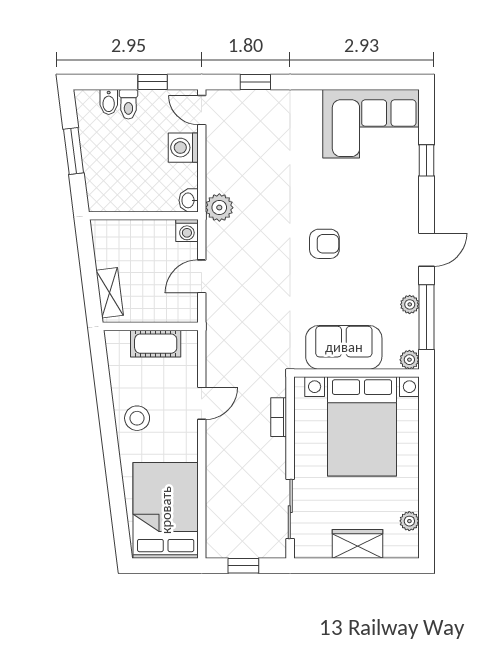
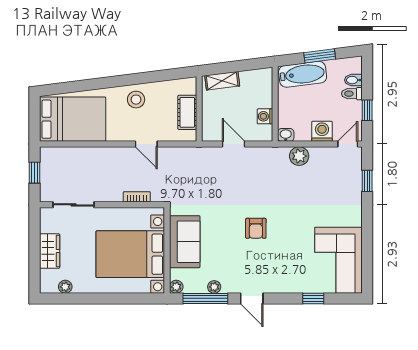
bathtub: (100, 176) -> (303, 74), added
plant: (219, 208) -> (299, 156), moved
washing machine: (187, 231) -> (265, 116), moved

